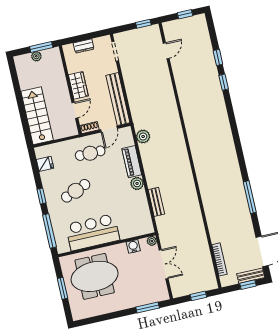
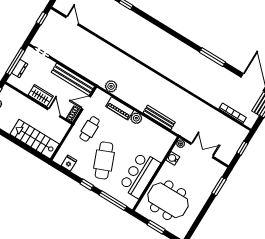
window: (86, 37) -> (15, 62), added
door: (109, 129) -> (86, 103), swing flipped
cafe table: (76, 191) -> (104, 160), width x1.37, depth x1.35
bench: (156, 202) -> (159, 117), width x1.36
meeting table: (95, 276) -> (168, 200), turned 90

